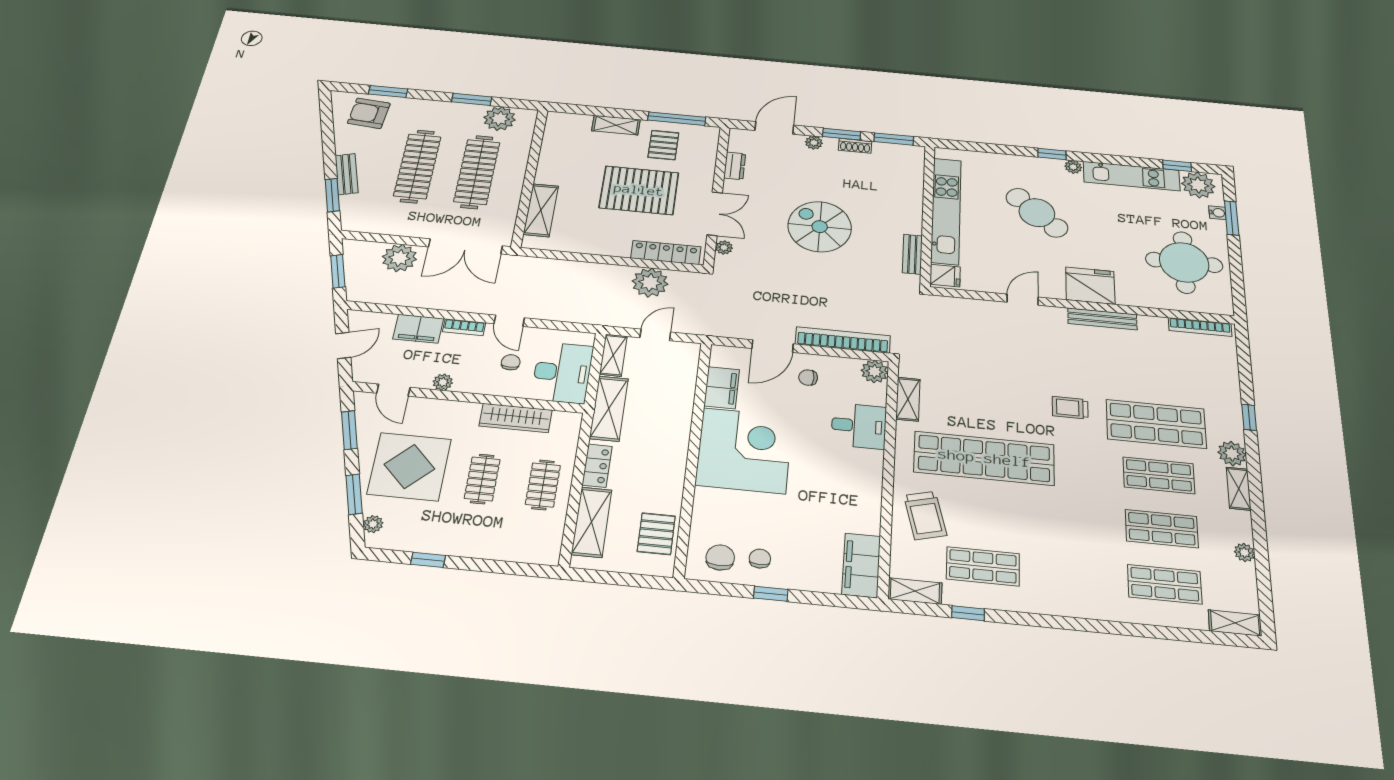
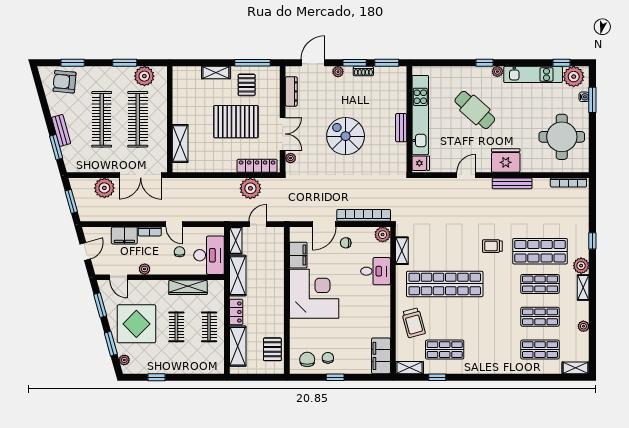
dresser: (735, 166) -> (291, 91), width x1.44
bench: (912, 254) -> (401, 128), moved

